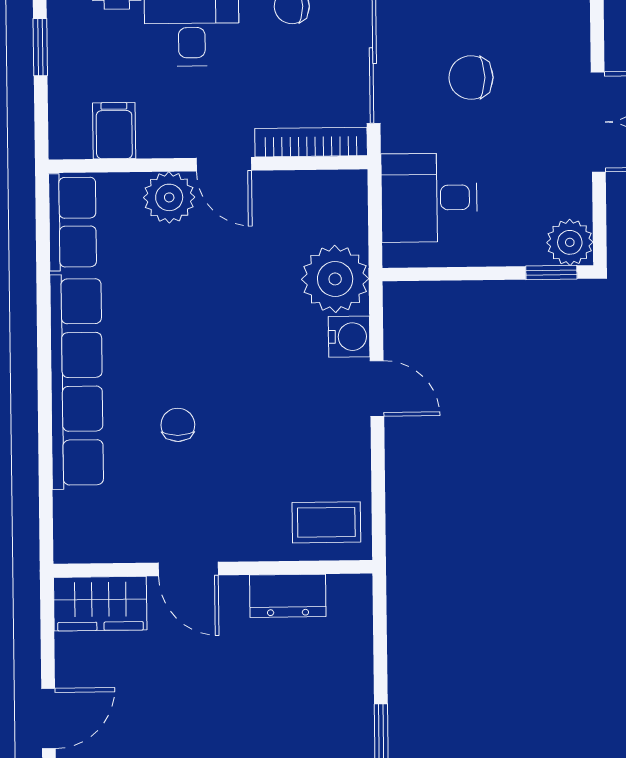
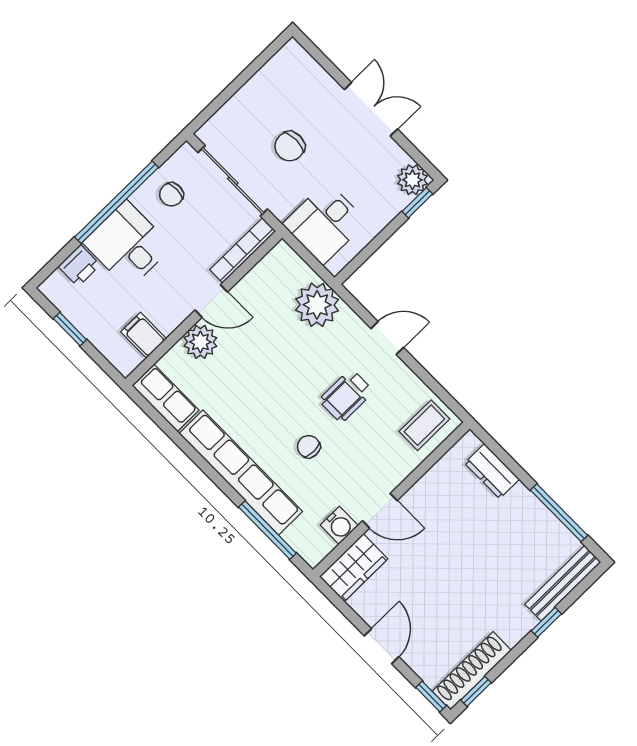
water cooler: (349, 337) -> (339, 525), moved, turned 90
wheelchair: (272, 409) -> (346, 396), added
window: (46, 473) -> (267, 530), added
dresser: (288, 596) -> (492, 471), moved, turned 90

